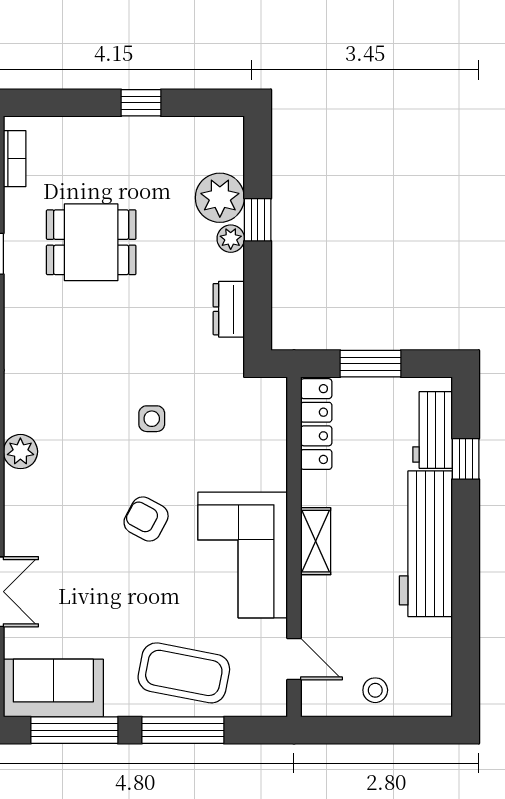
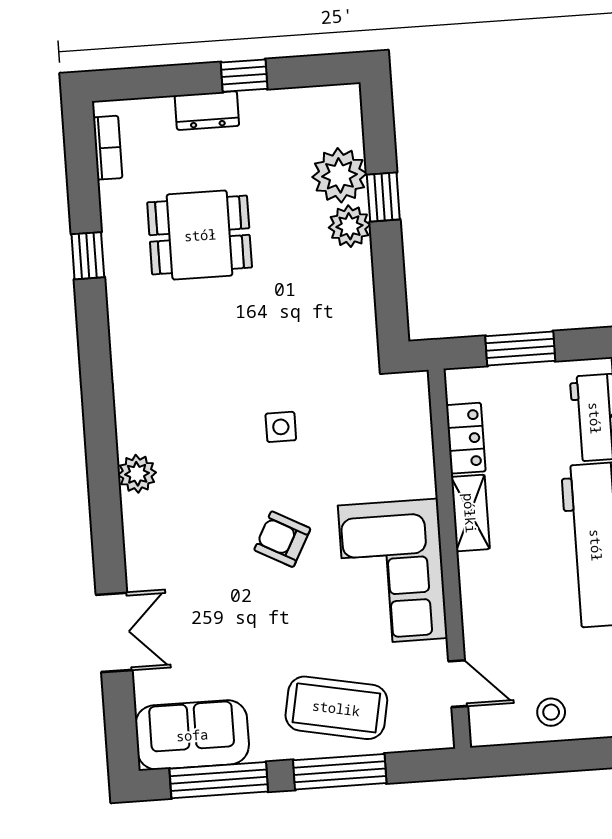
plant: (231, 239) -> (350, 226), width x1.38, depth x1.38
dresser: (229, 309) -> (207, 111), moved, turned -90
locker: (316, 424) -> (466, 438), width x0.66
shelving: (316, 541) -> (470, 513), moved

